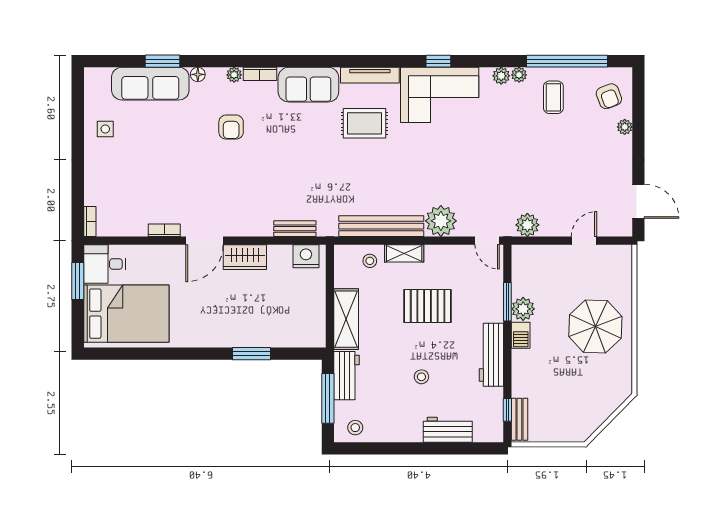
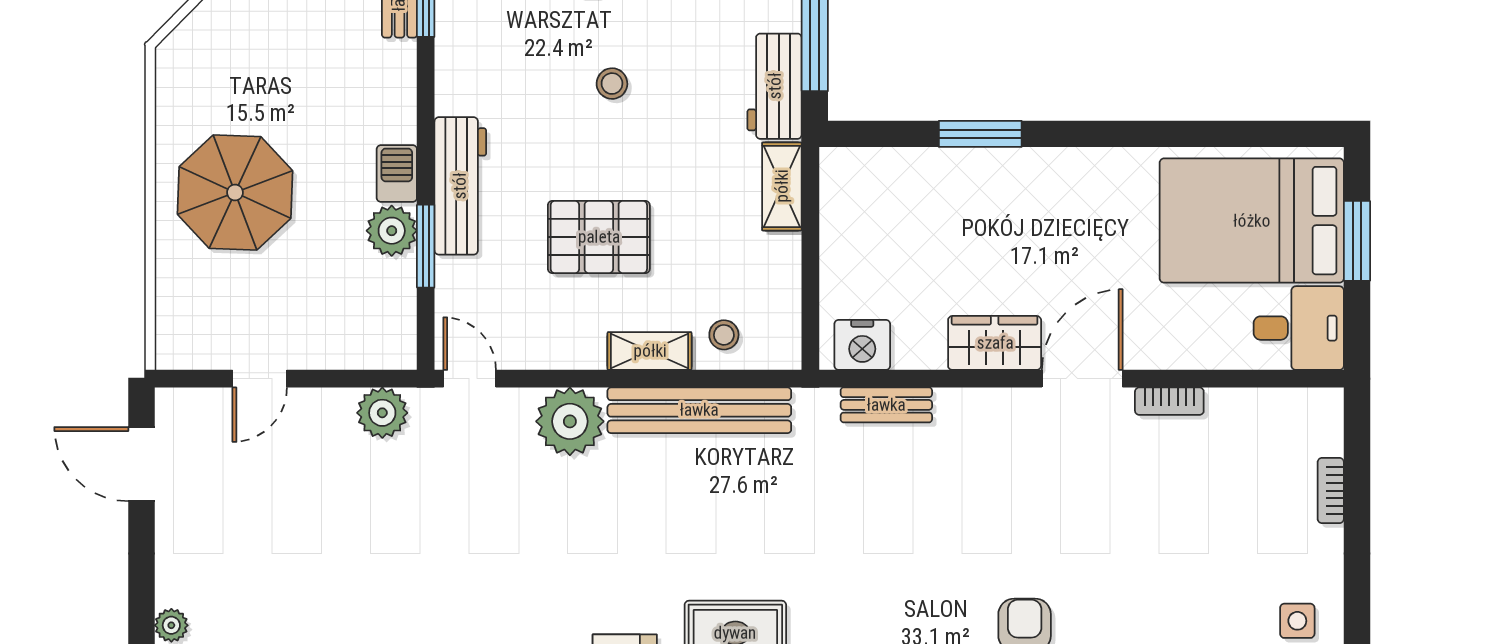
bookcase: (90, 222) -> (1331, 491), moved
window: (78, 281) -> (1357, 241), moved
shelving: (346, 319) -> (782, 186), width x0.67, depth x0.75
workbench: (491, 355) -> (460, 186), moved

